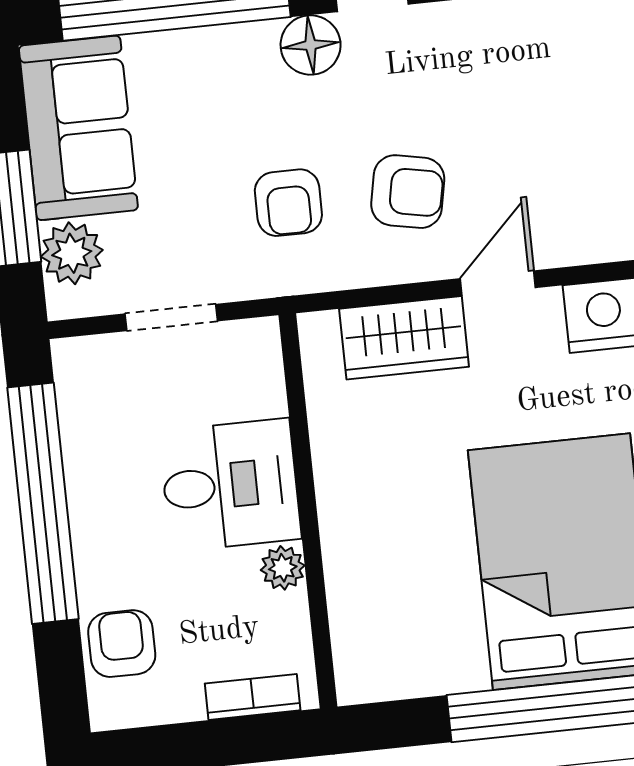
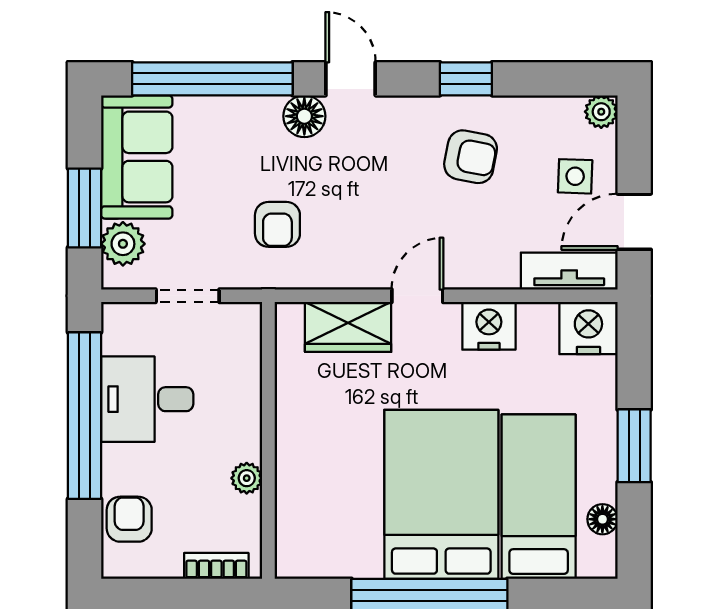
armchair: (408, 192) -> (471, 157), moved
desk: (230, 485) -> (147, 399), moved, turned 180

